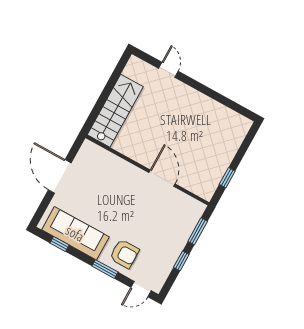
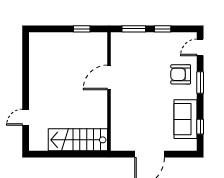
sofa: (75, 233) -> (186, 119), width x0.73
armchair: (124, 254) -> (181, 74), turned -90
door: (141, 289) -> (200, 47), swing flipped

